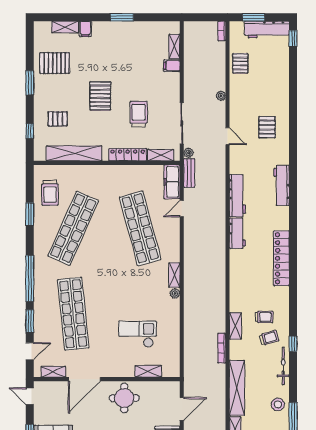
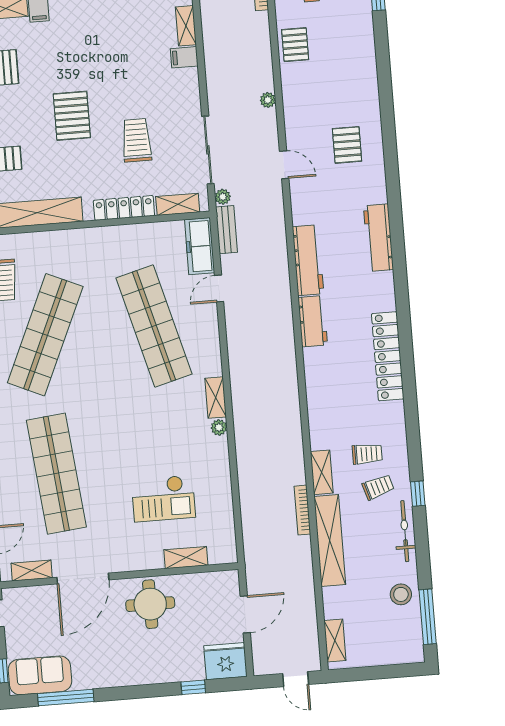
checkout: (137, 334) -> (163, 498), turned 180
shelving: (237, 388) -> (330, 541), moved

